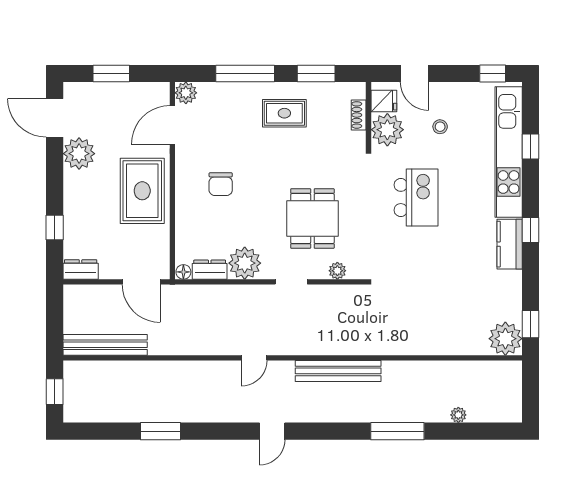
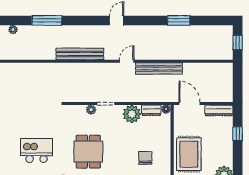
kitchen island: (416, 197) -> (37, 150), turned 90
dining table: (312, 219) -> (88, 152), moved
dresser: (81, 269) -> (219, 110), width x1.44
plant: (337, 271) -> (91, 110), moved
bench: (105, 345) -> (159, 69), moved

